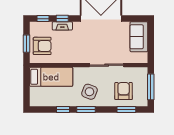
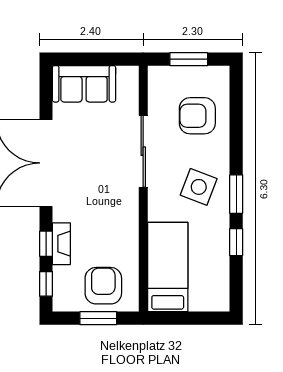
window: (151, 87) -> (189, 59), width x0.69
window: (126, 110) -> (236, 110), removed

